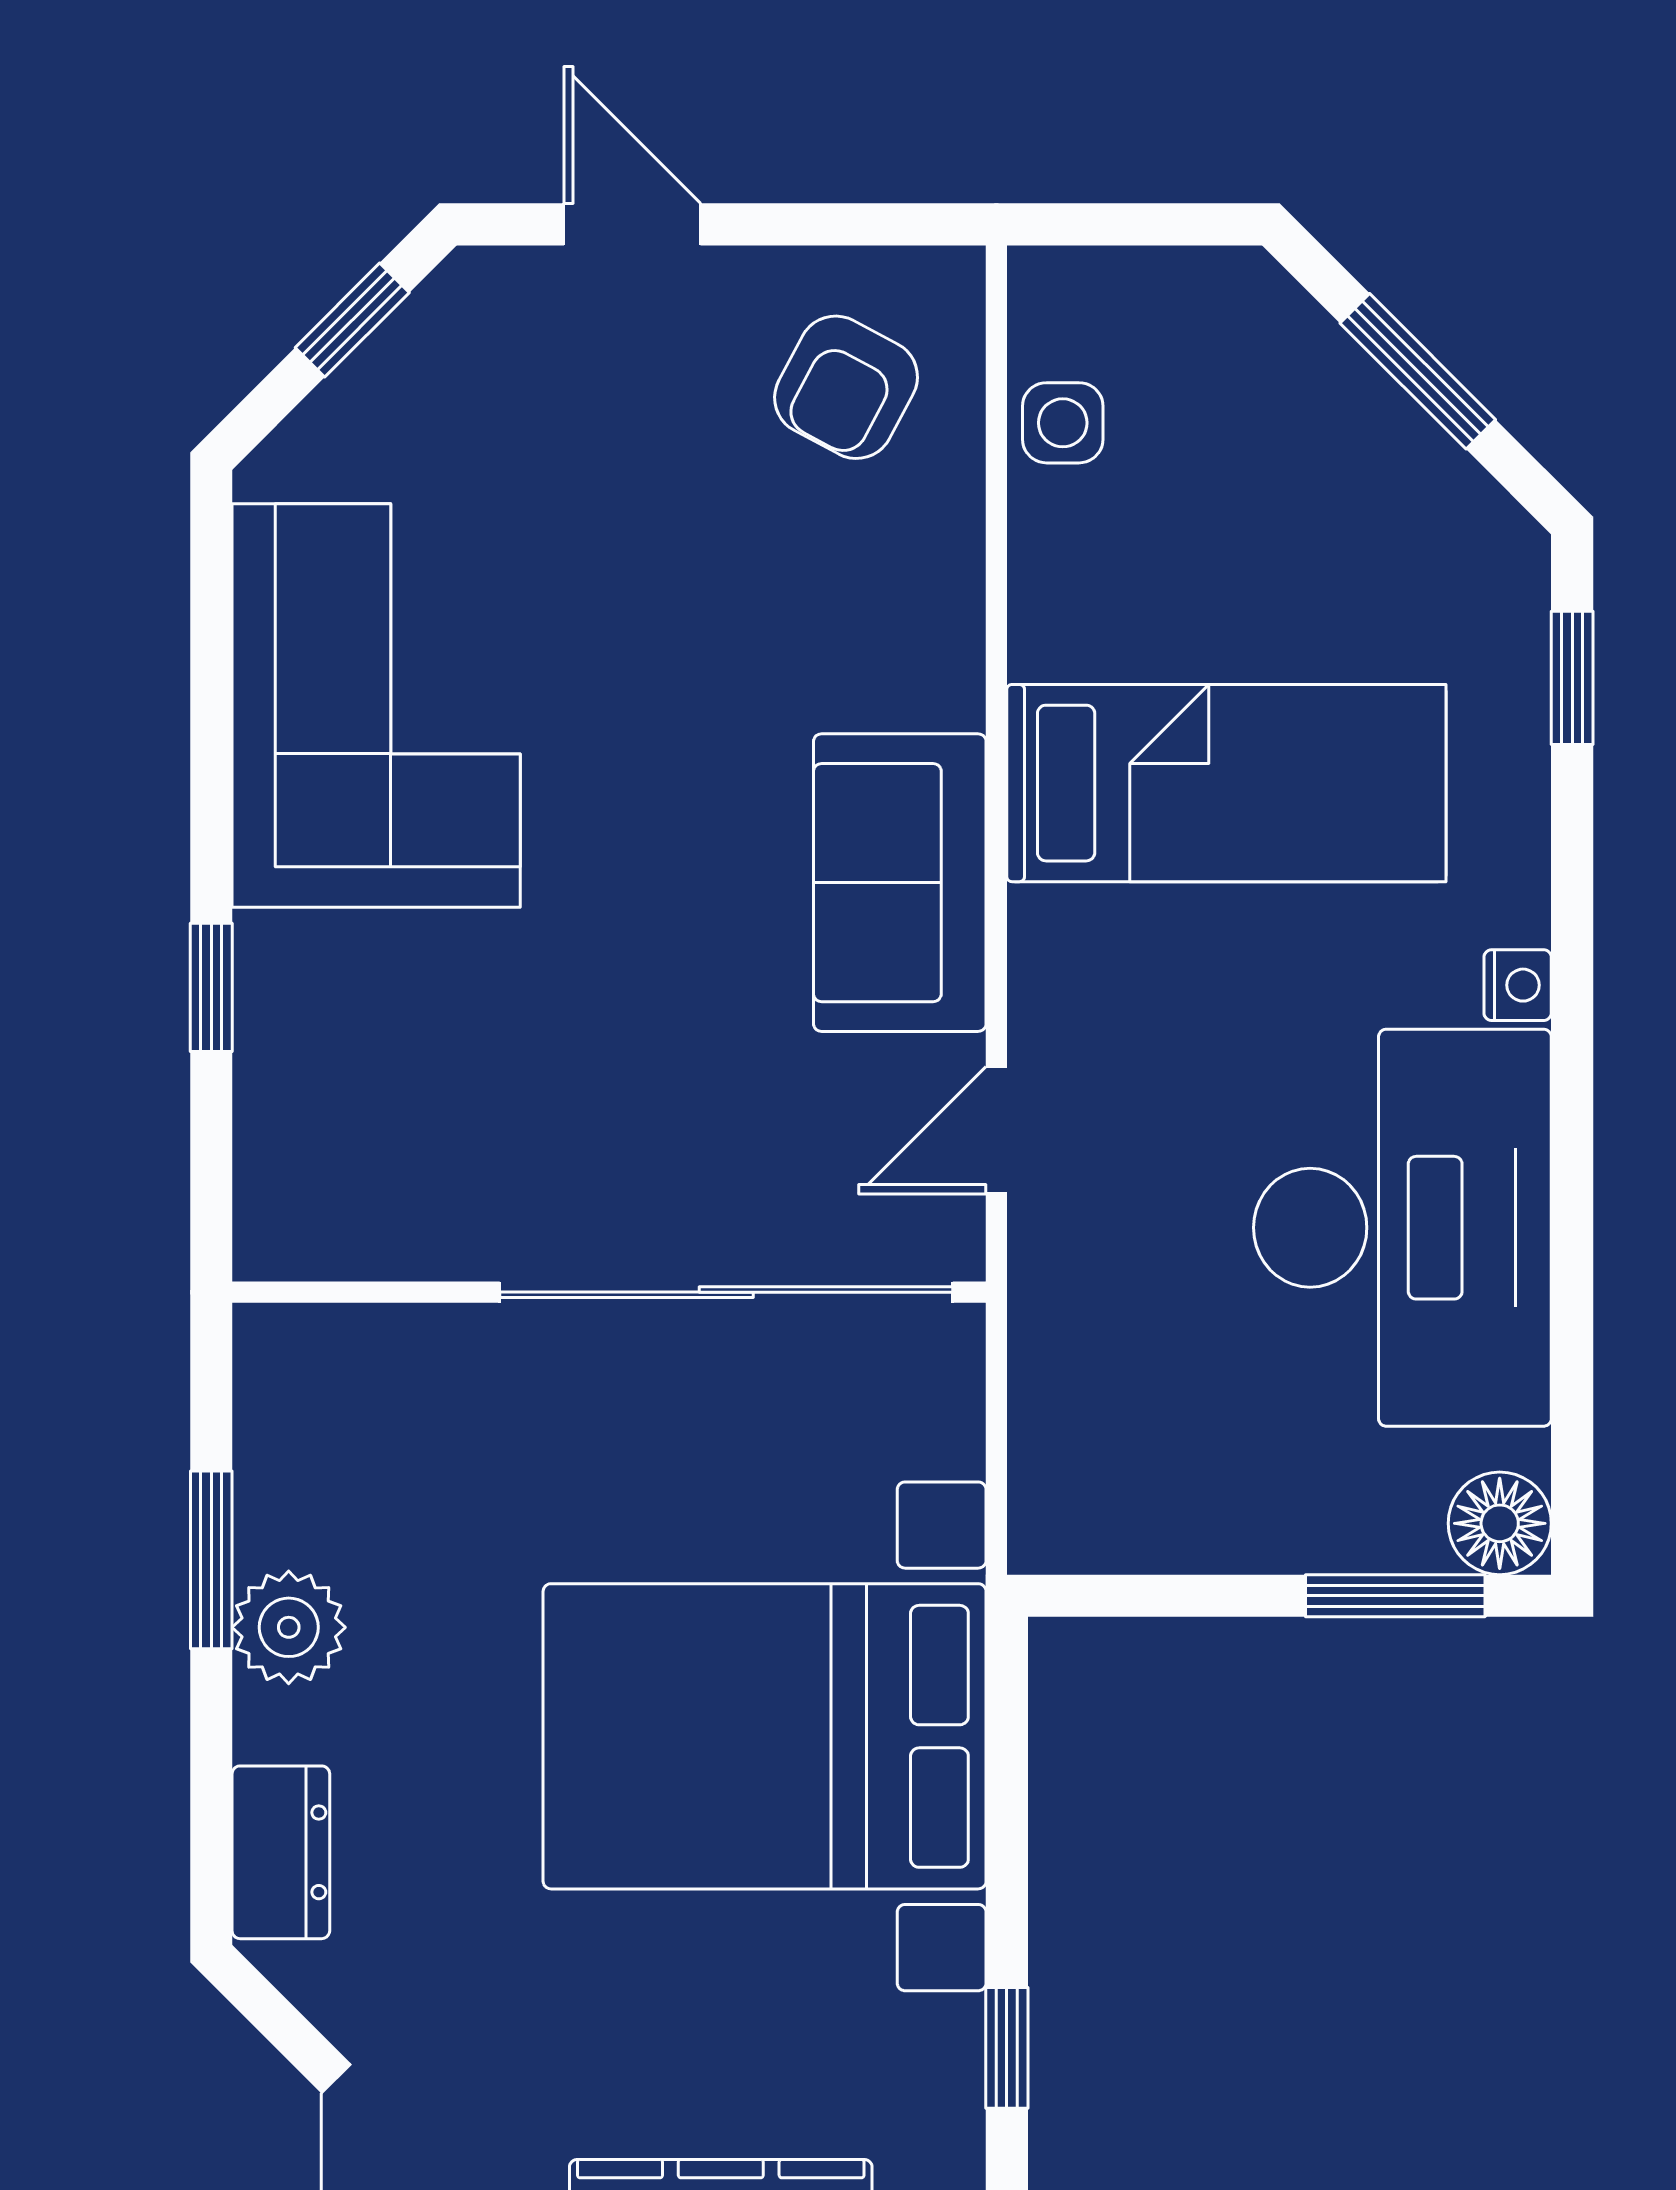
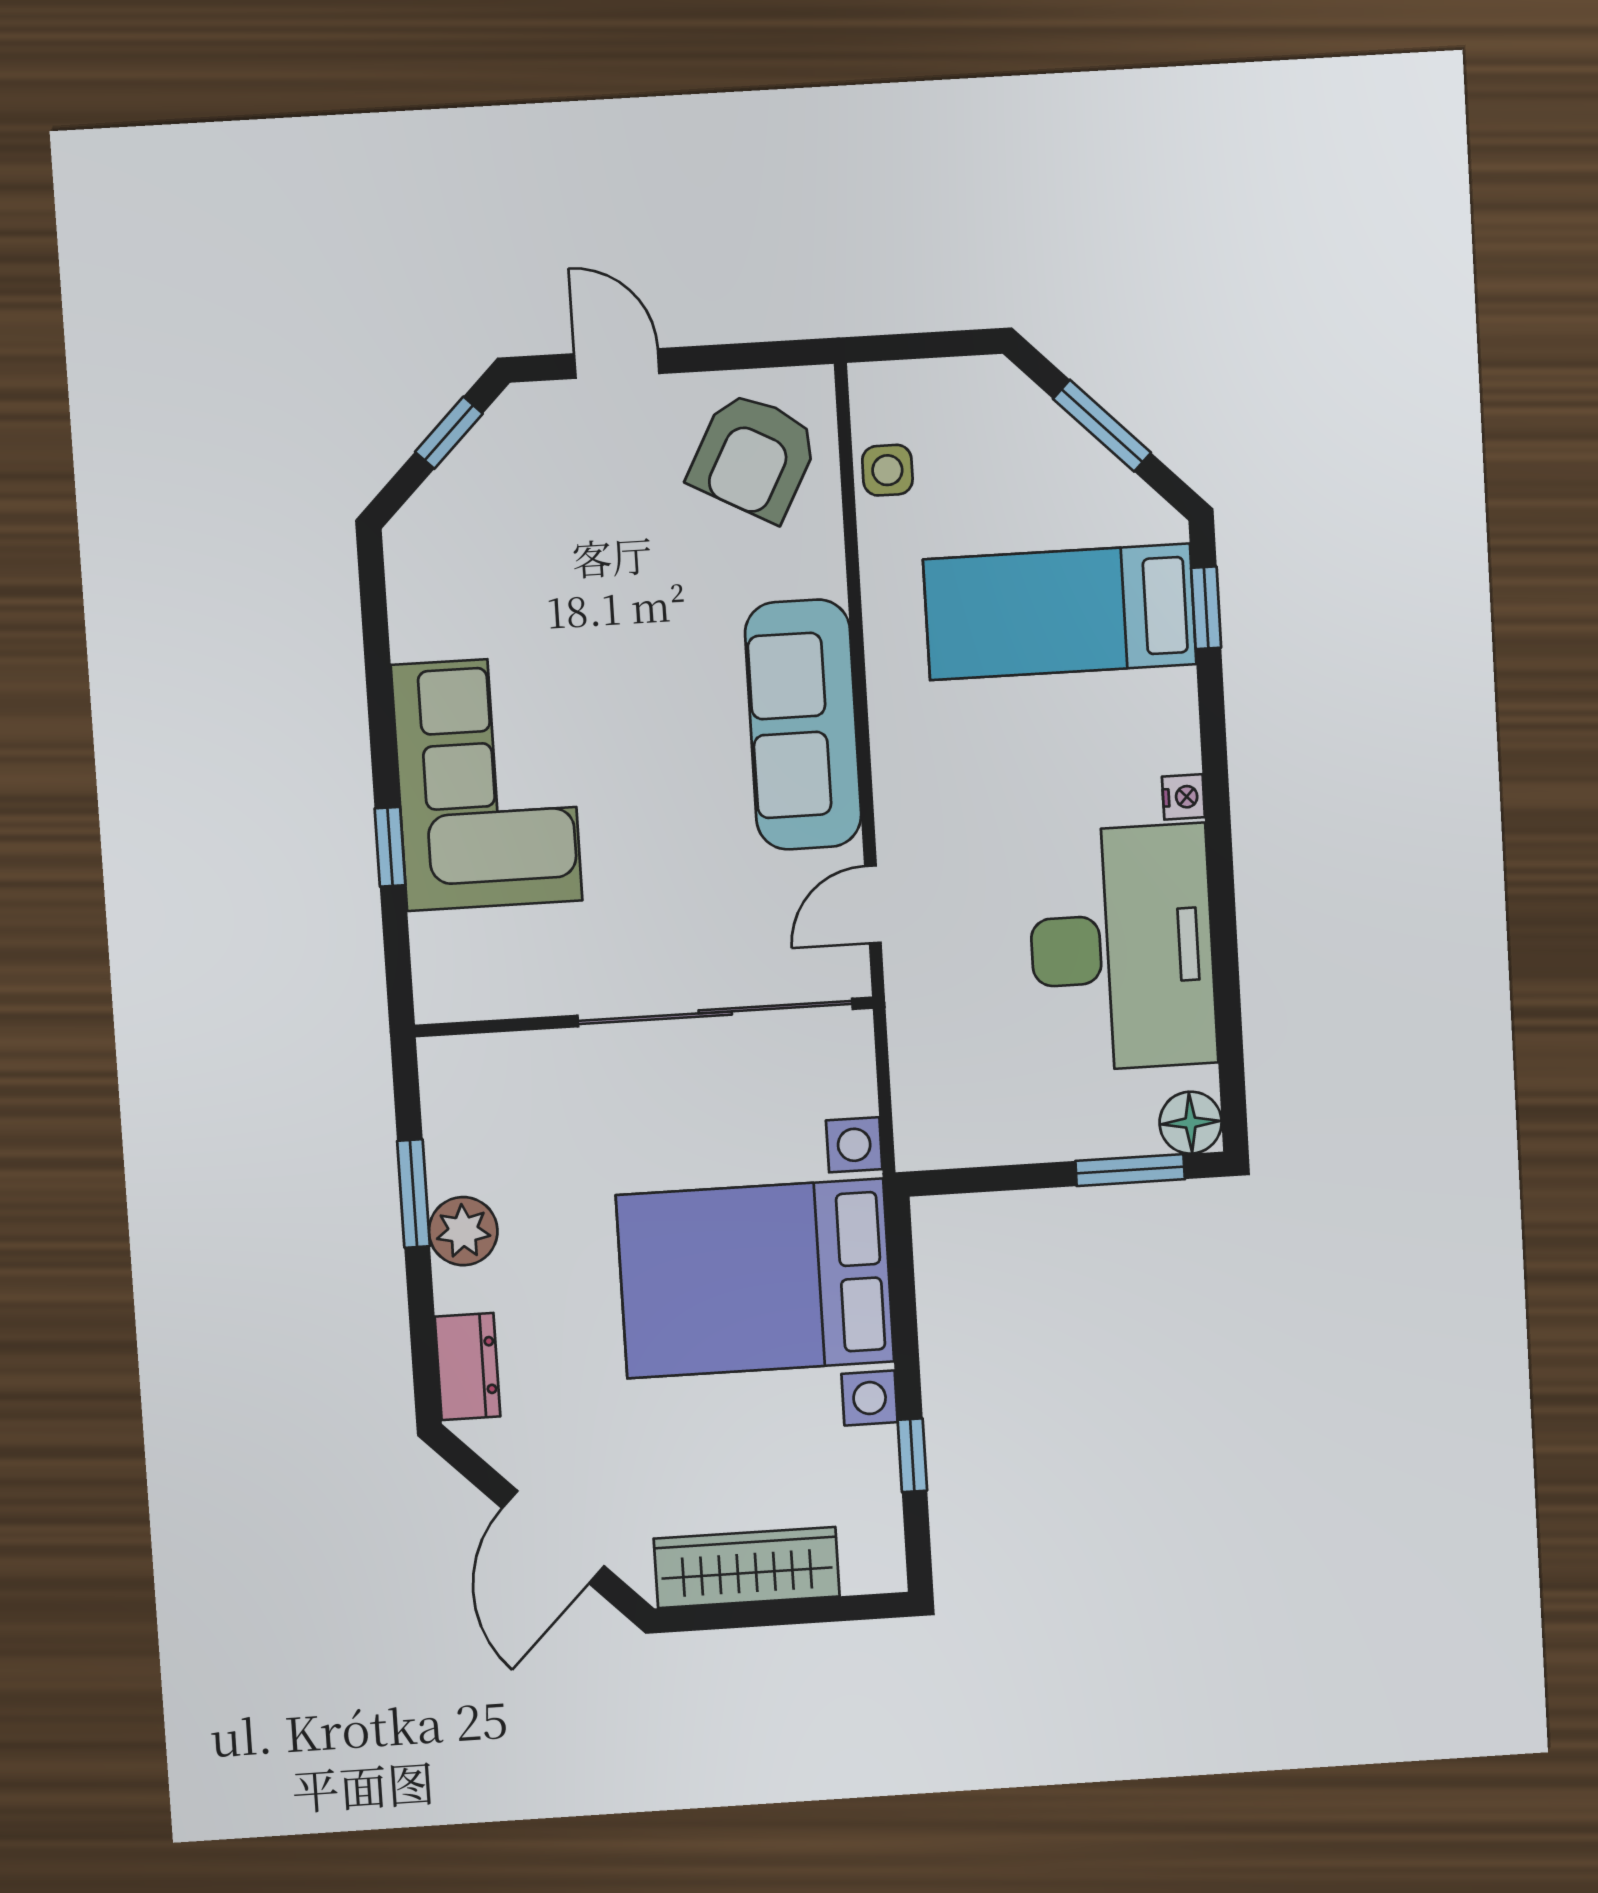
armchair: (846, 387) -> (754, 456), width x1.38, depth x1.38
corner sofa: (376, 706) -> (487, 783), moved
bed: (1226, 783) -> (1060, 612), moved, turned 180
sofa: (900, 883) -> (803, 725), width x1.36

